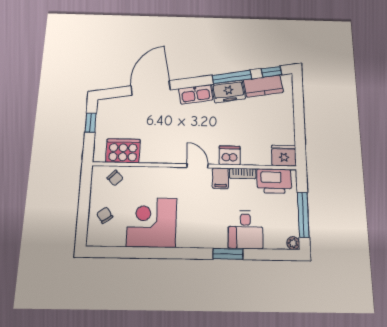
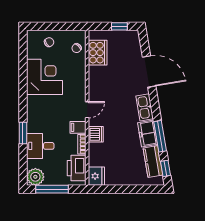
plant: (293, 243) -> (35, 177), width x1.88, depth x1.88

